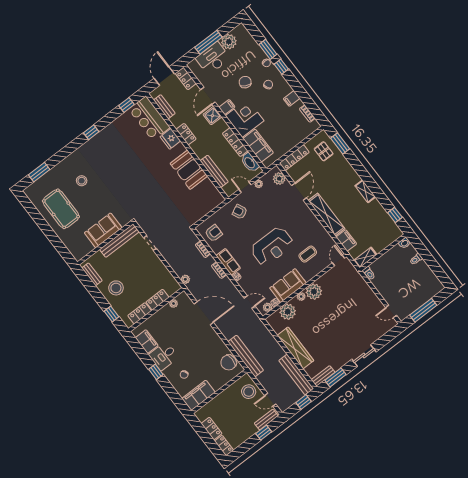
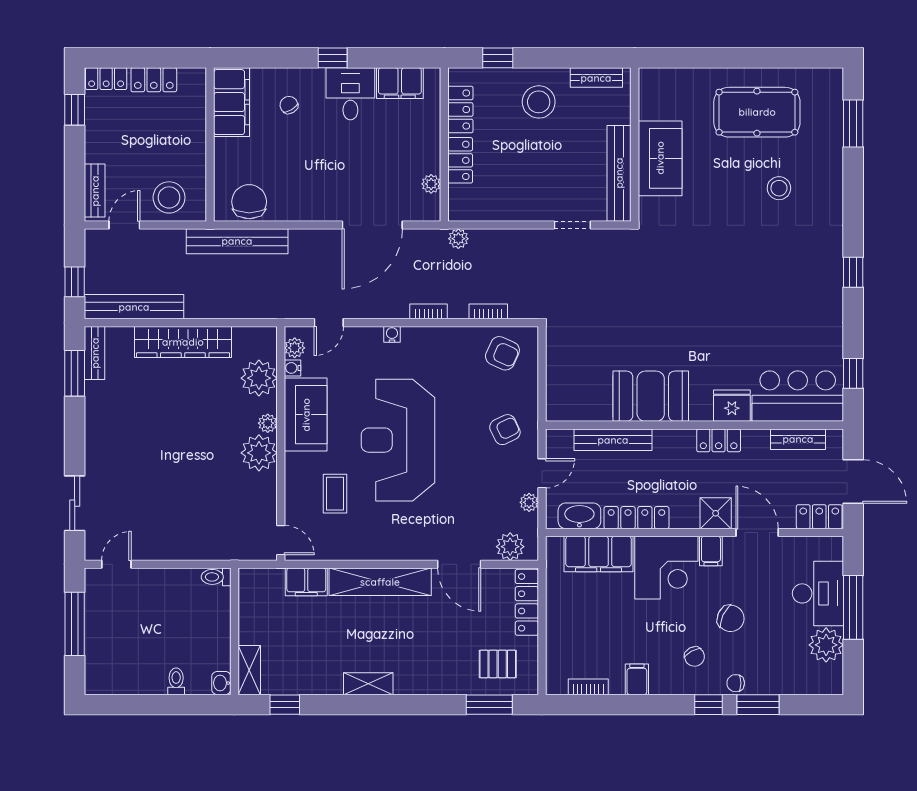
armchair: (214, 233) -> (502, 353), turned -66
reception desk: (272, 246) -> (398, 440), width x1.36, depth x1.30
shelving: (365, 257) -> (249, 670), moved
row of seats: (228, 262) -> (431, 340), removed
sliding door: (364, 356) -> (75, 503), moved
window: (264, 433) -> (75, 110), moved

